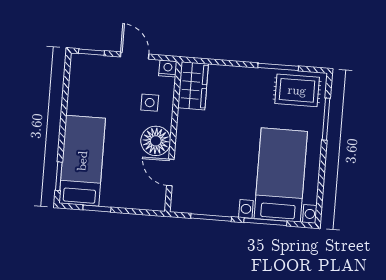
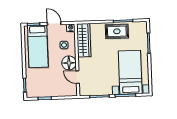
wardrobe: (193, 86) -> (84, 40), width x1.50
rug: (297, 90) -> (117, 31), moved
bed: (82, 161) -> (38, 46), moved, turned 180

